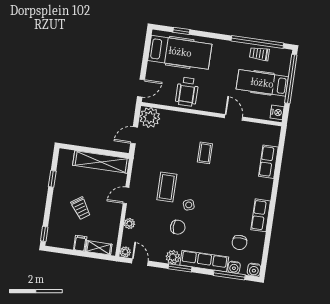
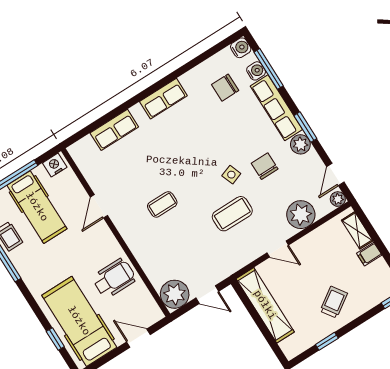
door: (141, 88) -> (138, 338), moved
trolley: (81, 208) -> (334, 302), moved
row of seats: (261, 215) -> (163, 99), moved
plant: (129, 224) -> (301, 215), width x1.88, depth x1.88
chair: (239, 242) -> (225, 88), turned 180

